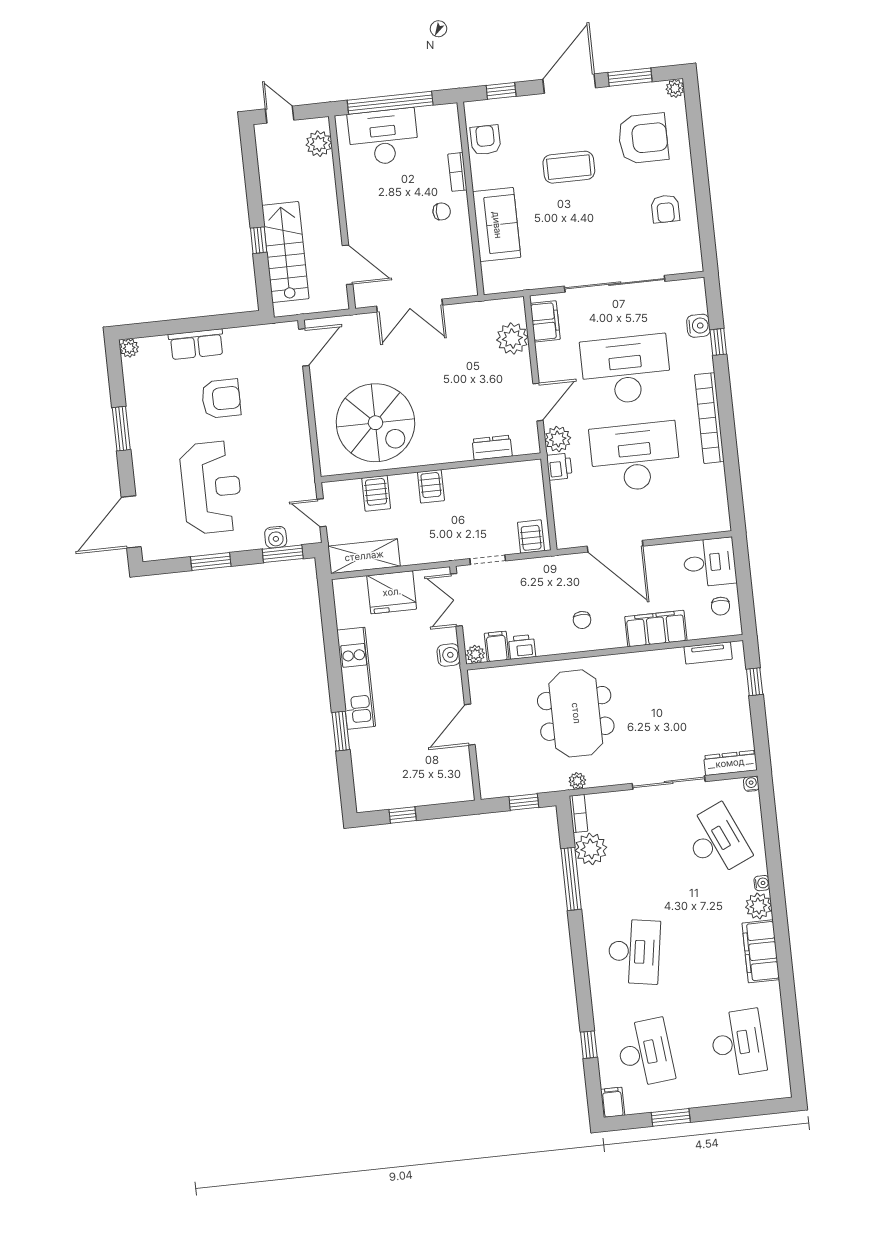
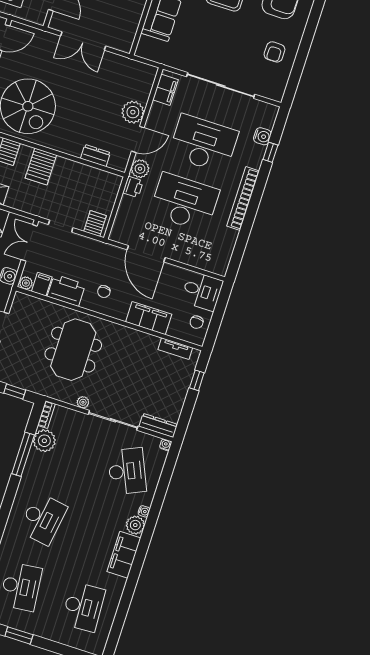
plant: (512, 338) -> (133, 112), moved
server rack: (431, 486) -> (41, 167), width x1.36, depth x1.44
printer: (522, 647) -> (66, 290), width x1.87, depth x1.48
plant: (577, 781) -> (83, 402), moved

